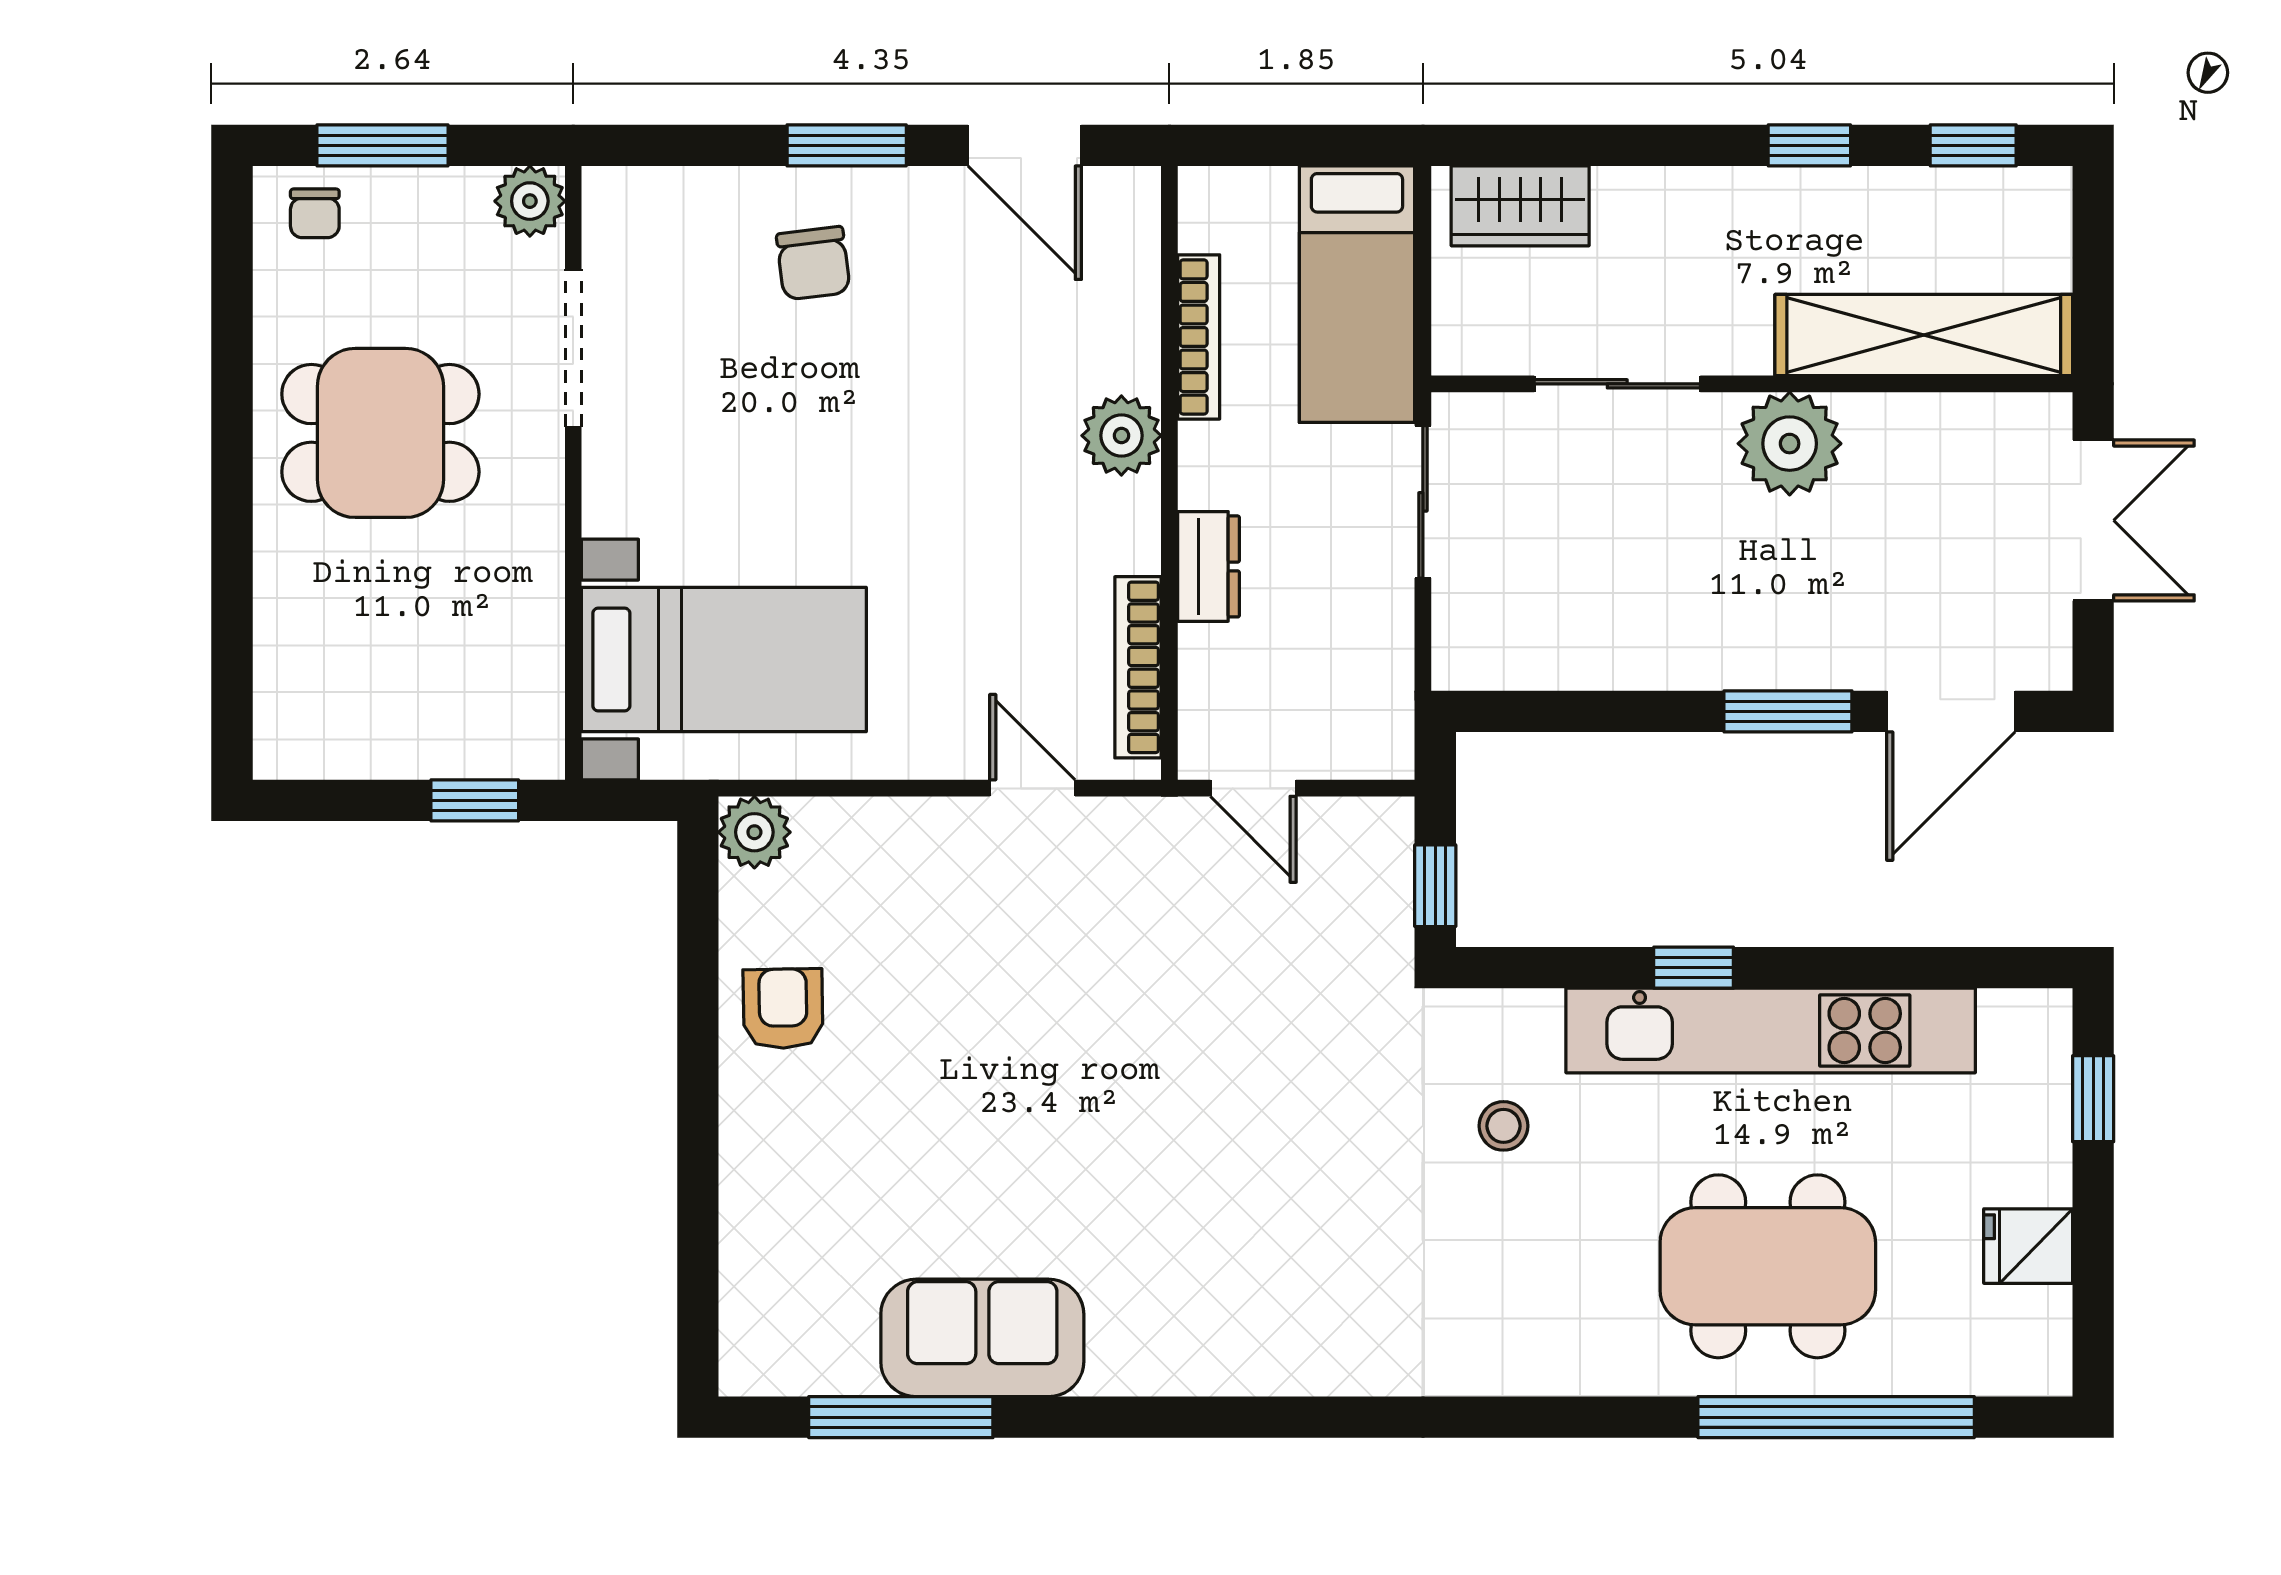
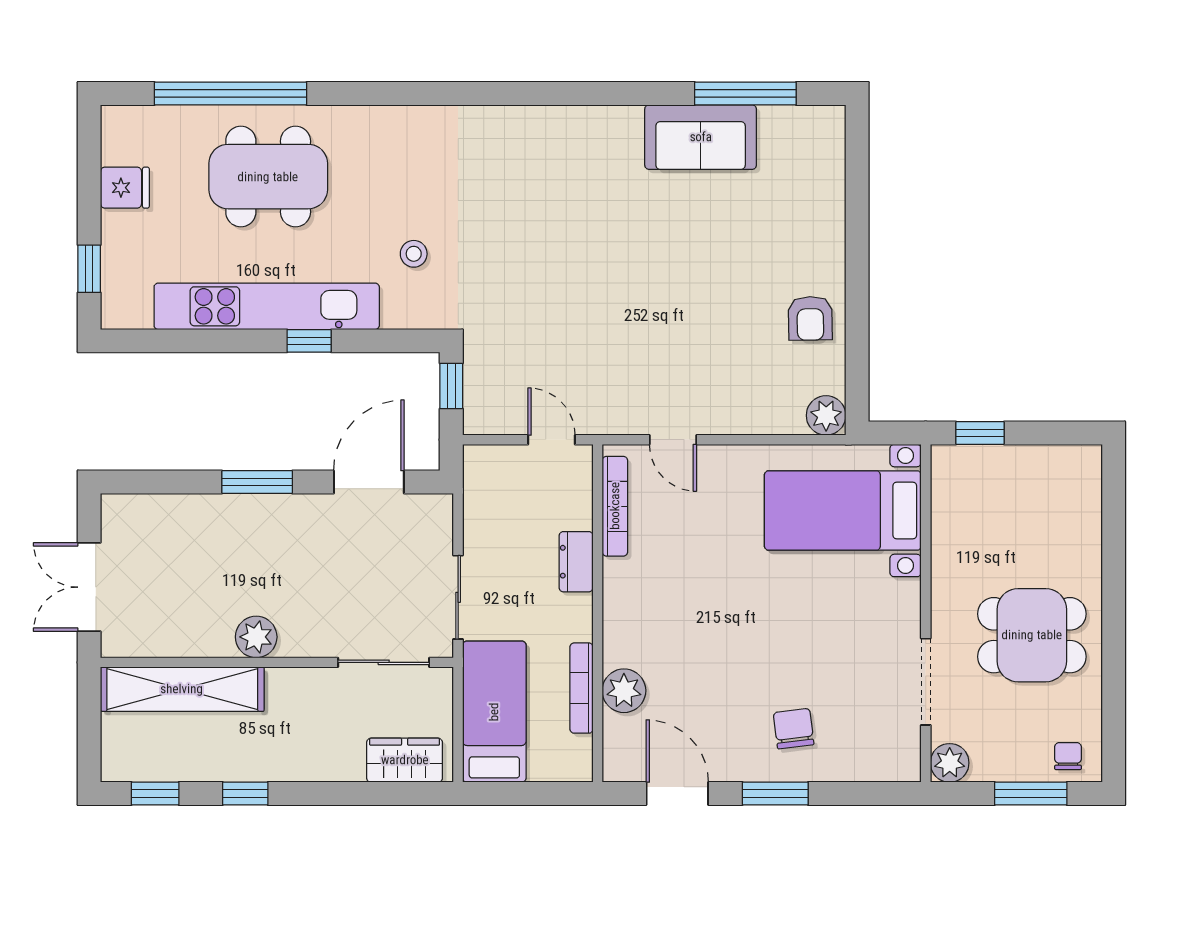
sliding door: (1617, 384) -> (384, 662), moved
plant: (1121, 436) -> (624, 691), moved
plant: (1790, 444) -> (256, 637), width x0.73, depth x0.73
door: (1951, 711) -> (369, 482), moved

